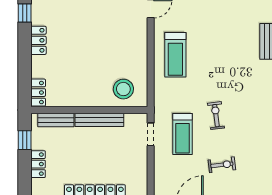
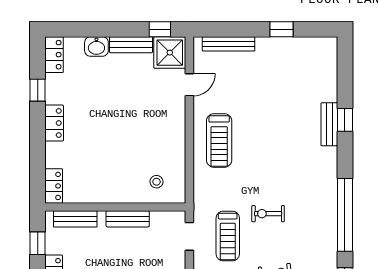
stool: (123, 89) -> (157, 182), width x0.53, depth x0.53
exercise bike: (216, 116) -> (268, 214), turned -83
bench: (99, 120) -> (128, 219), width x0.73

